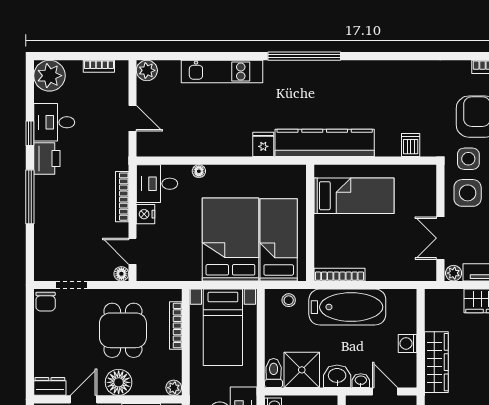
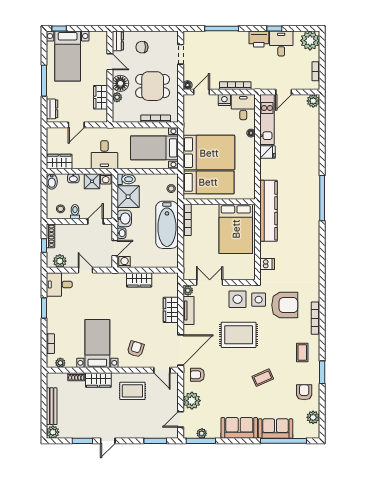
kitchen unit: (222, 72) -> (267, 120), moved, turned 180
fridge: (263, 144) -> (267, 152), moved
bed: (354, 196) -> (236, 229), width x1.50
window: (30, 197) -> (222, 29), moved
chair: (46, 302) -> (142, 47), moved
washing machine: (407, 343) -> (124, 262), moved
wardrobe: (436, 362) -> (139, 280), width x0.67
plant: (174, 388) -> (117, 97), moved

